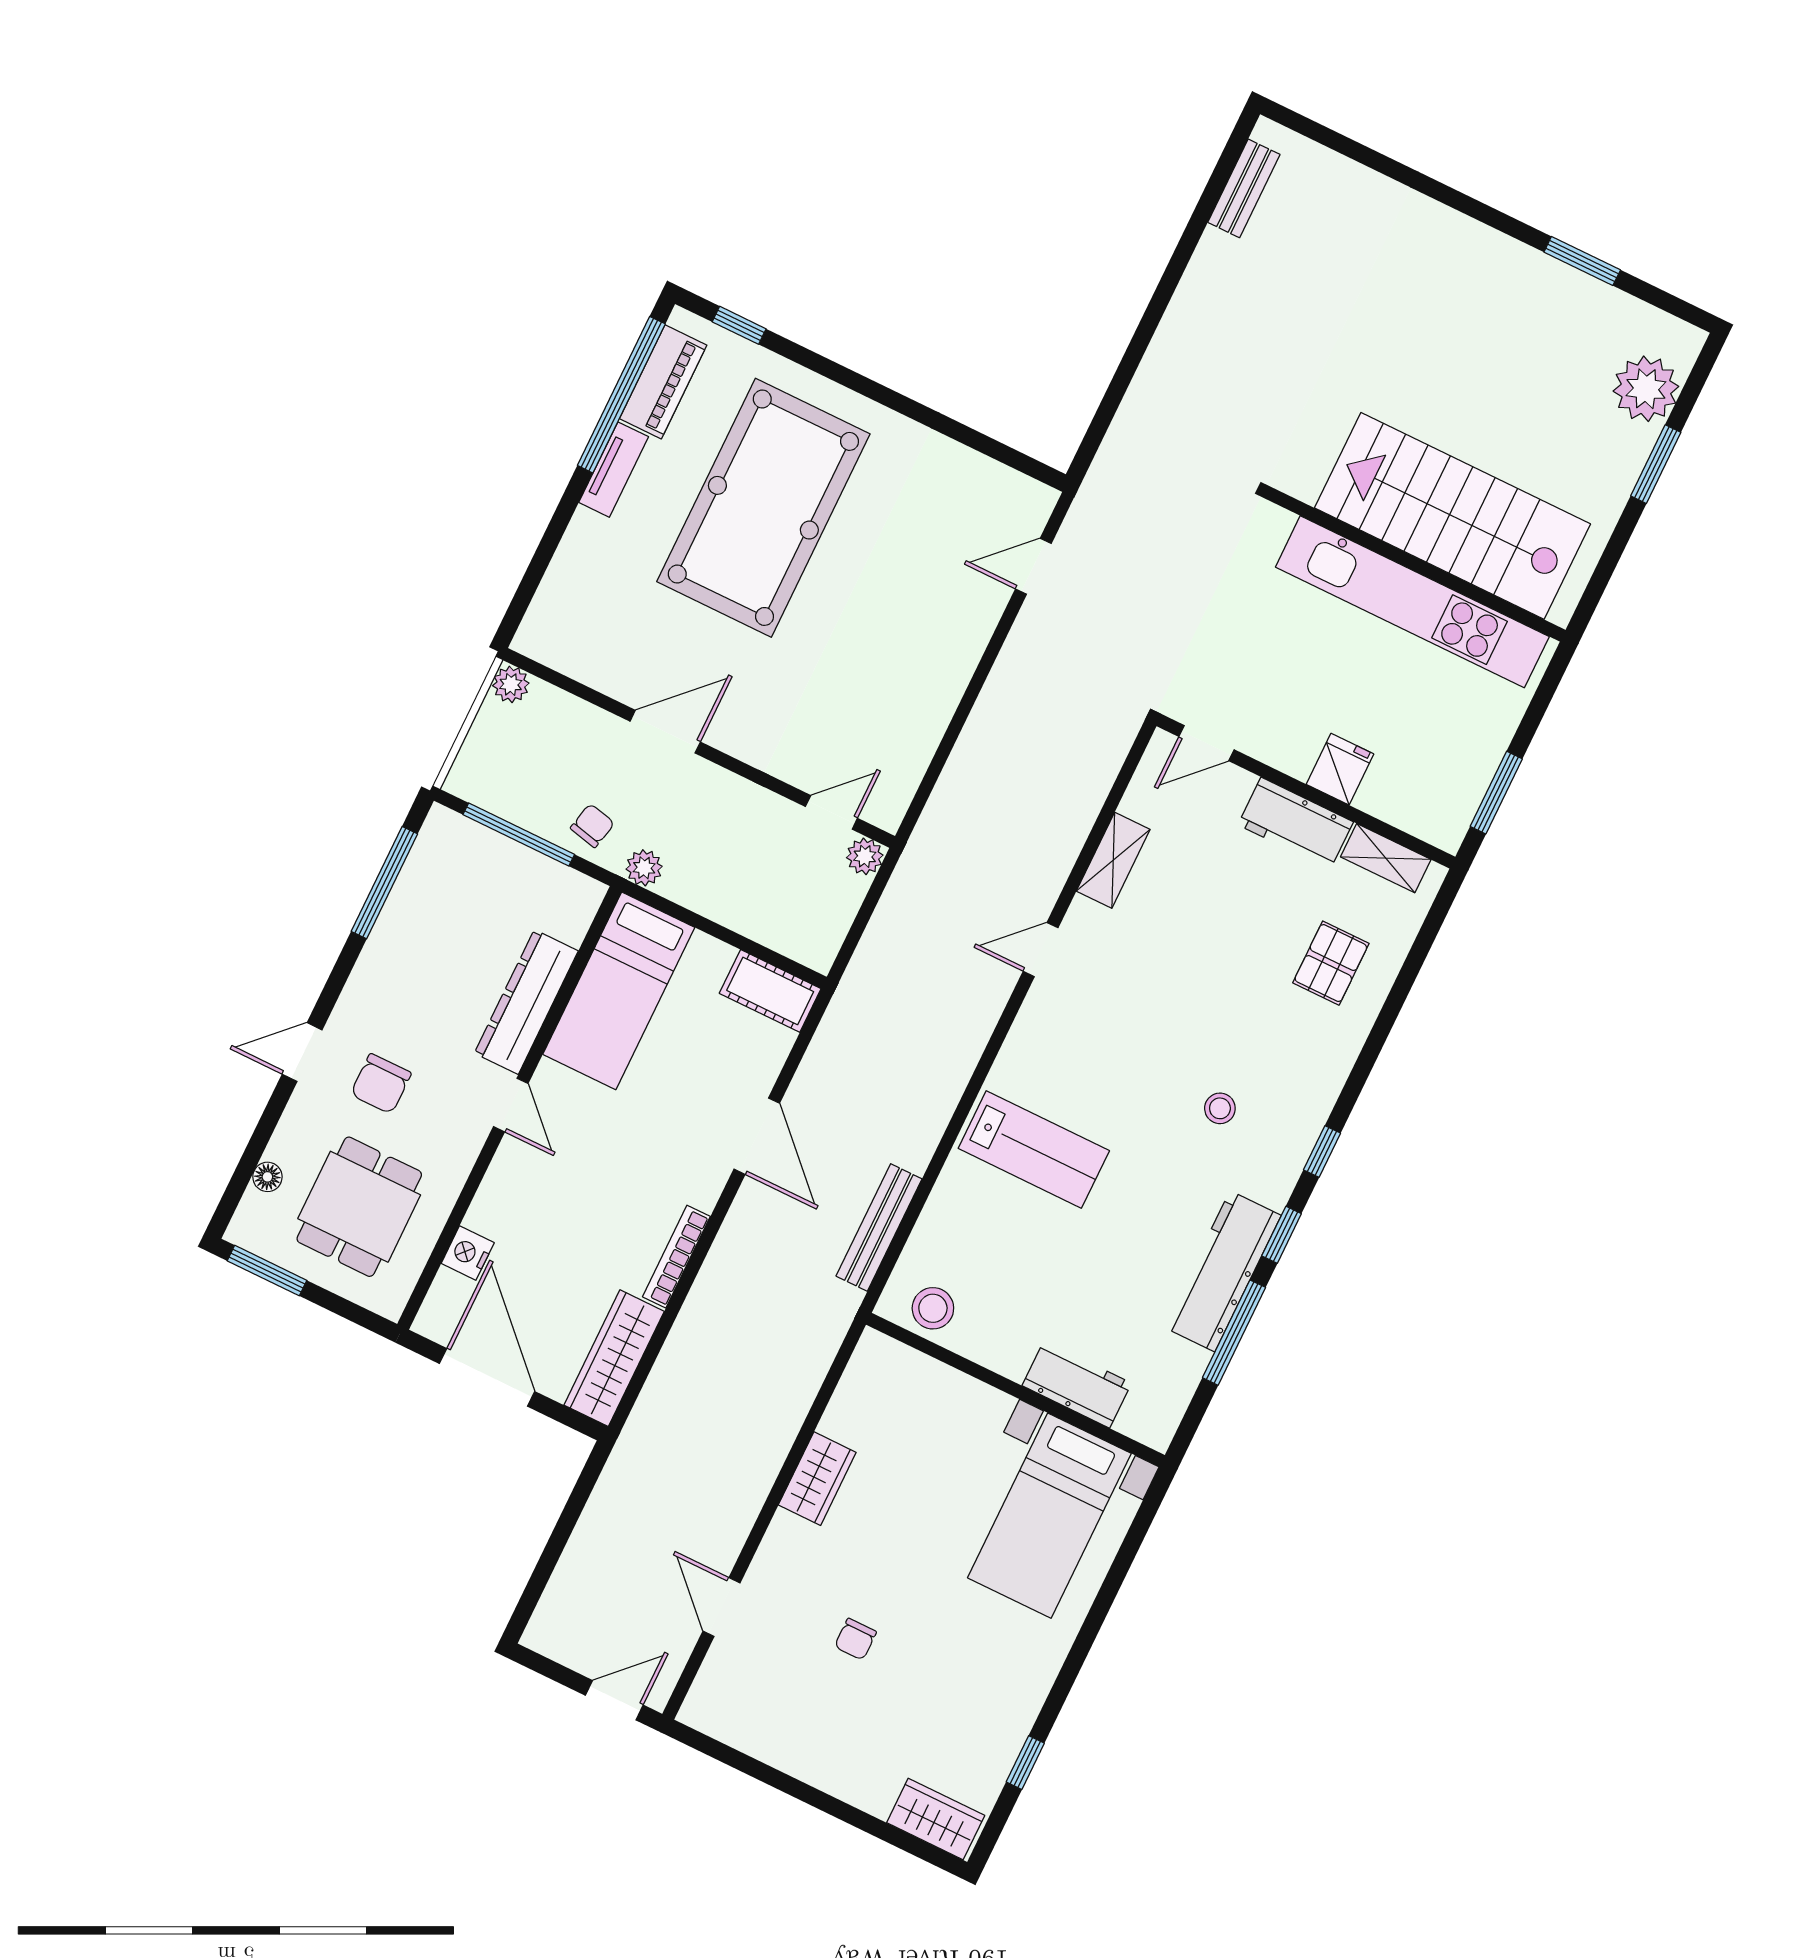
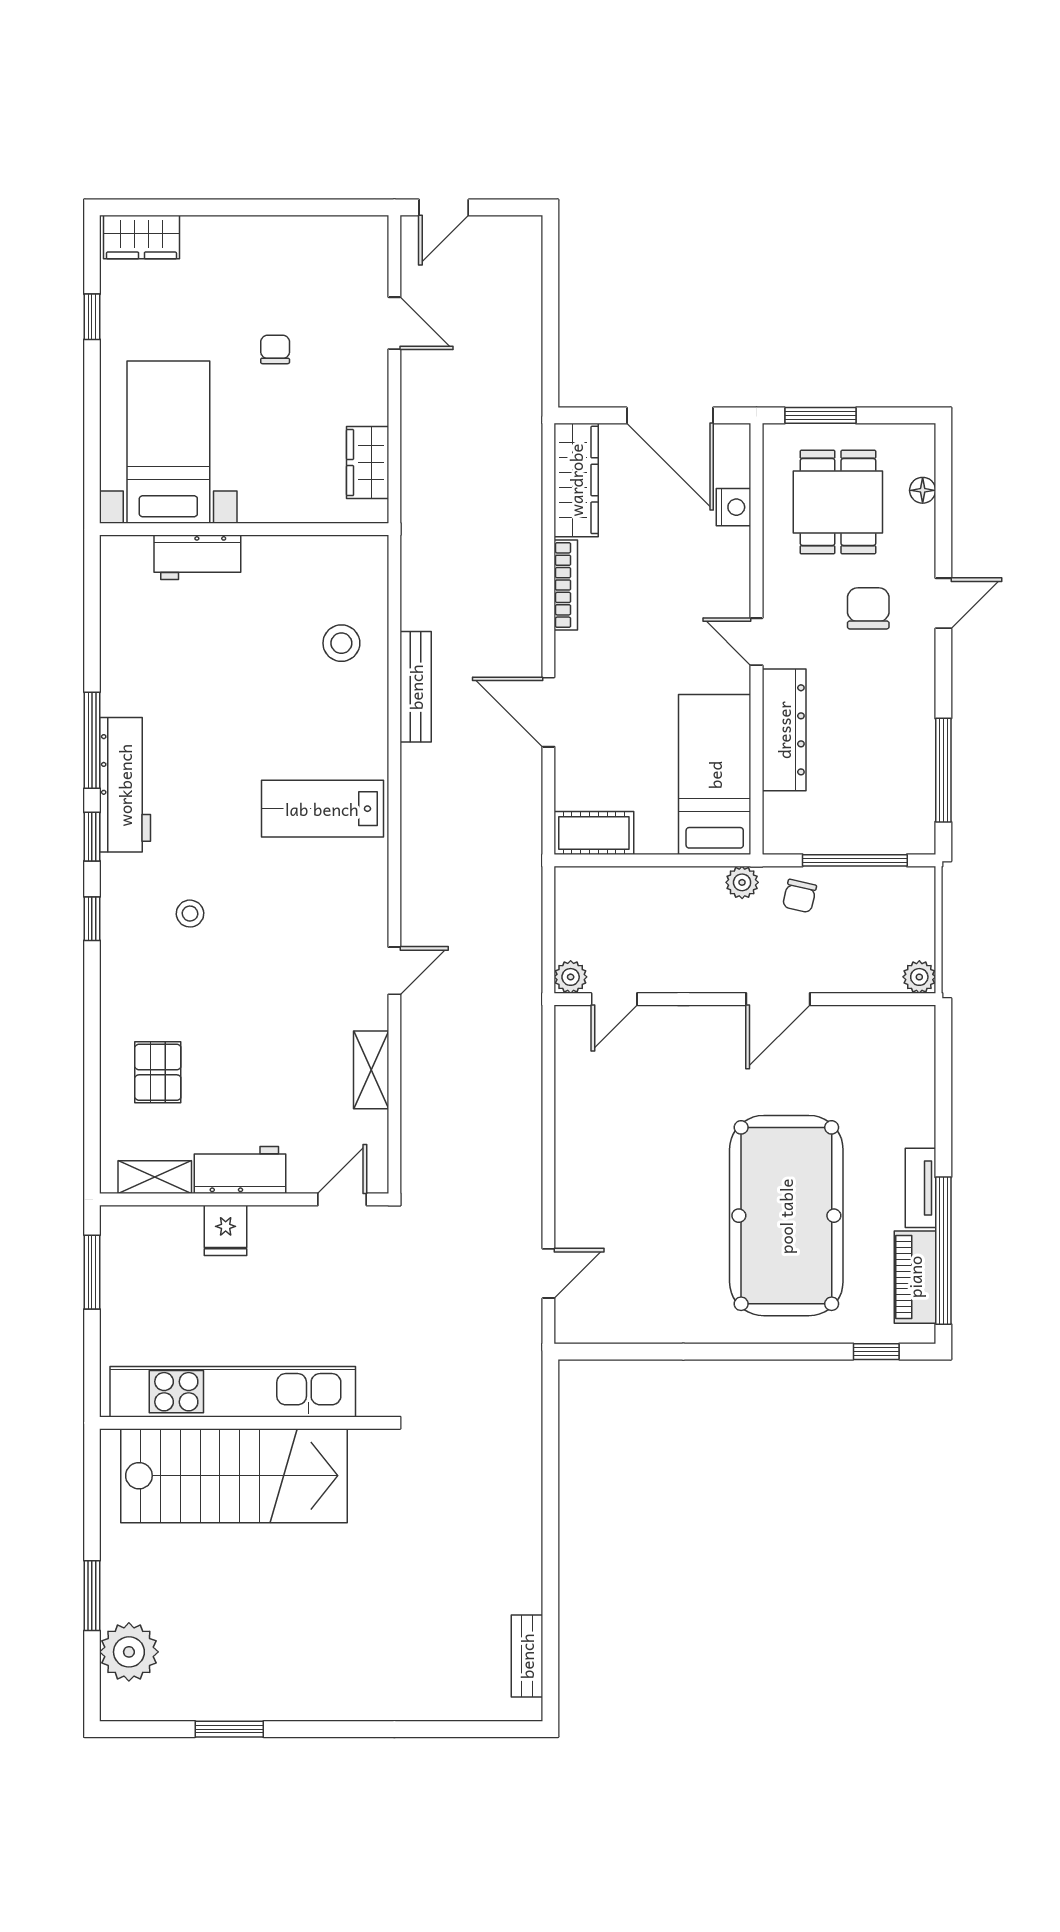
window: (267, 1271) -> (820, 415), moved
workbench: (1077, 1384) -> (197, 557), moved
wall: (1015, 1390) -> (244, 529), moved
bed with nightstands: (1049, 1516) -> (168, 442), moved

